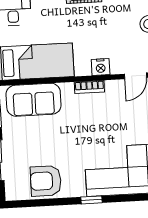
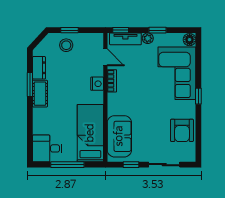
bookcase: (89, 87) -> (112, 81), moved

